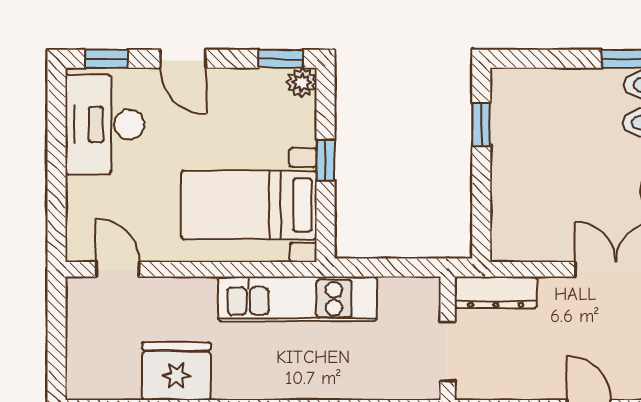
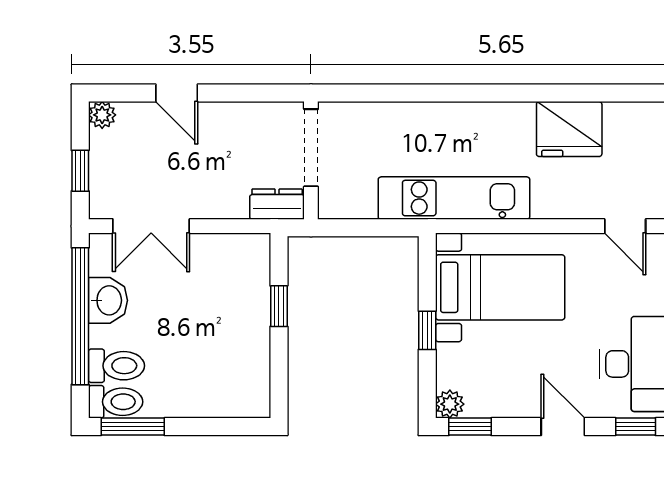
window: (481, 124) -> (279, 306), moved
dresser: (496, 292) -> (277, 204), width x0.70
doorway: (448, 352) -> (311, 148), width x1.38

